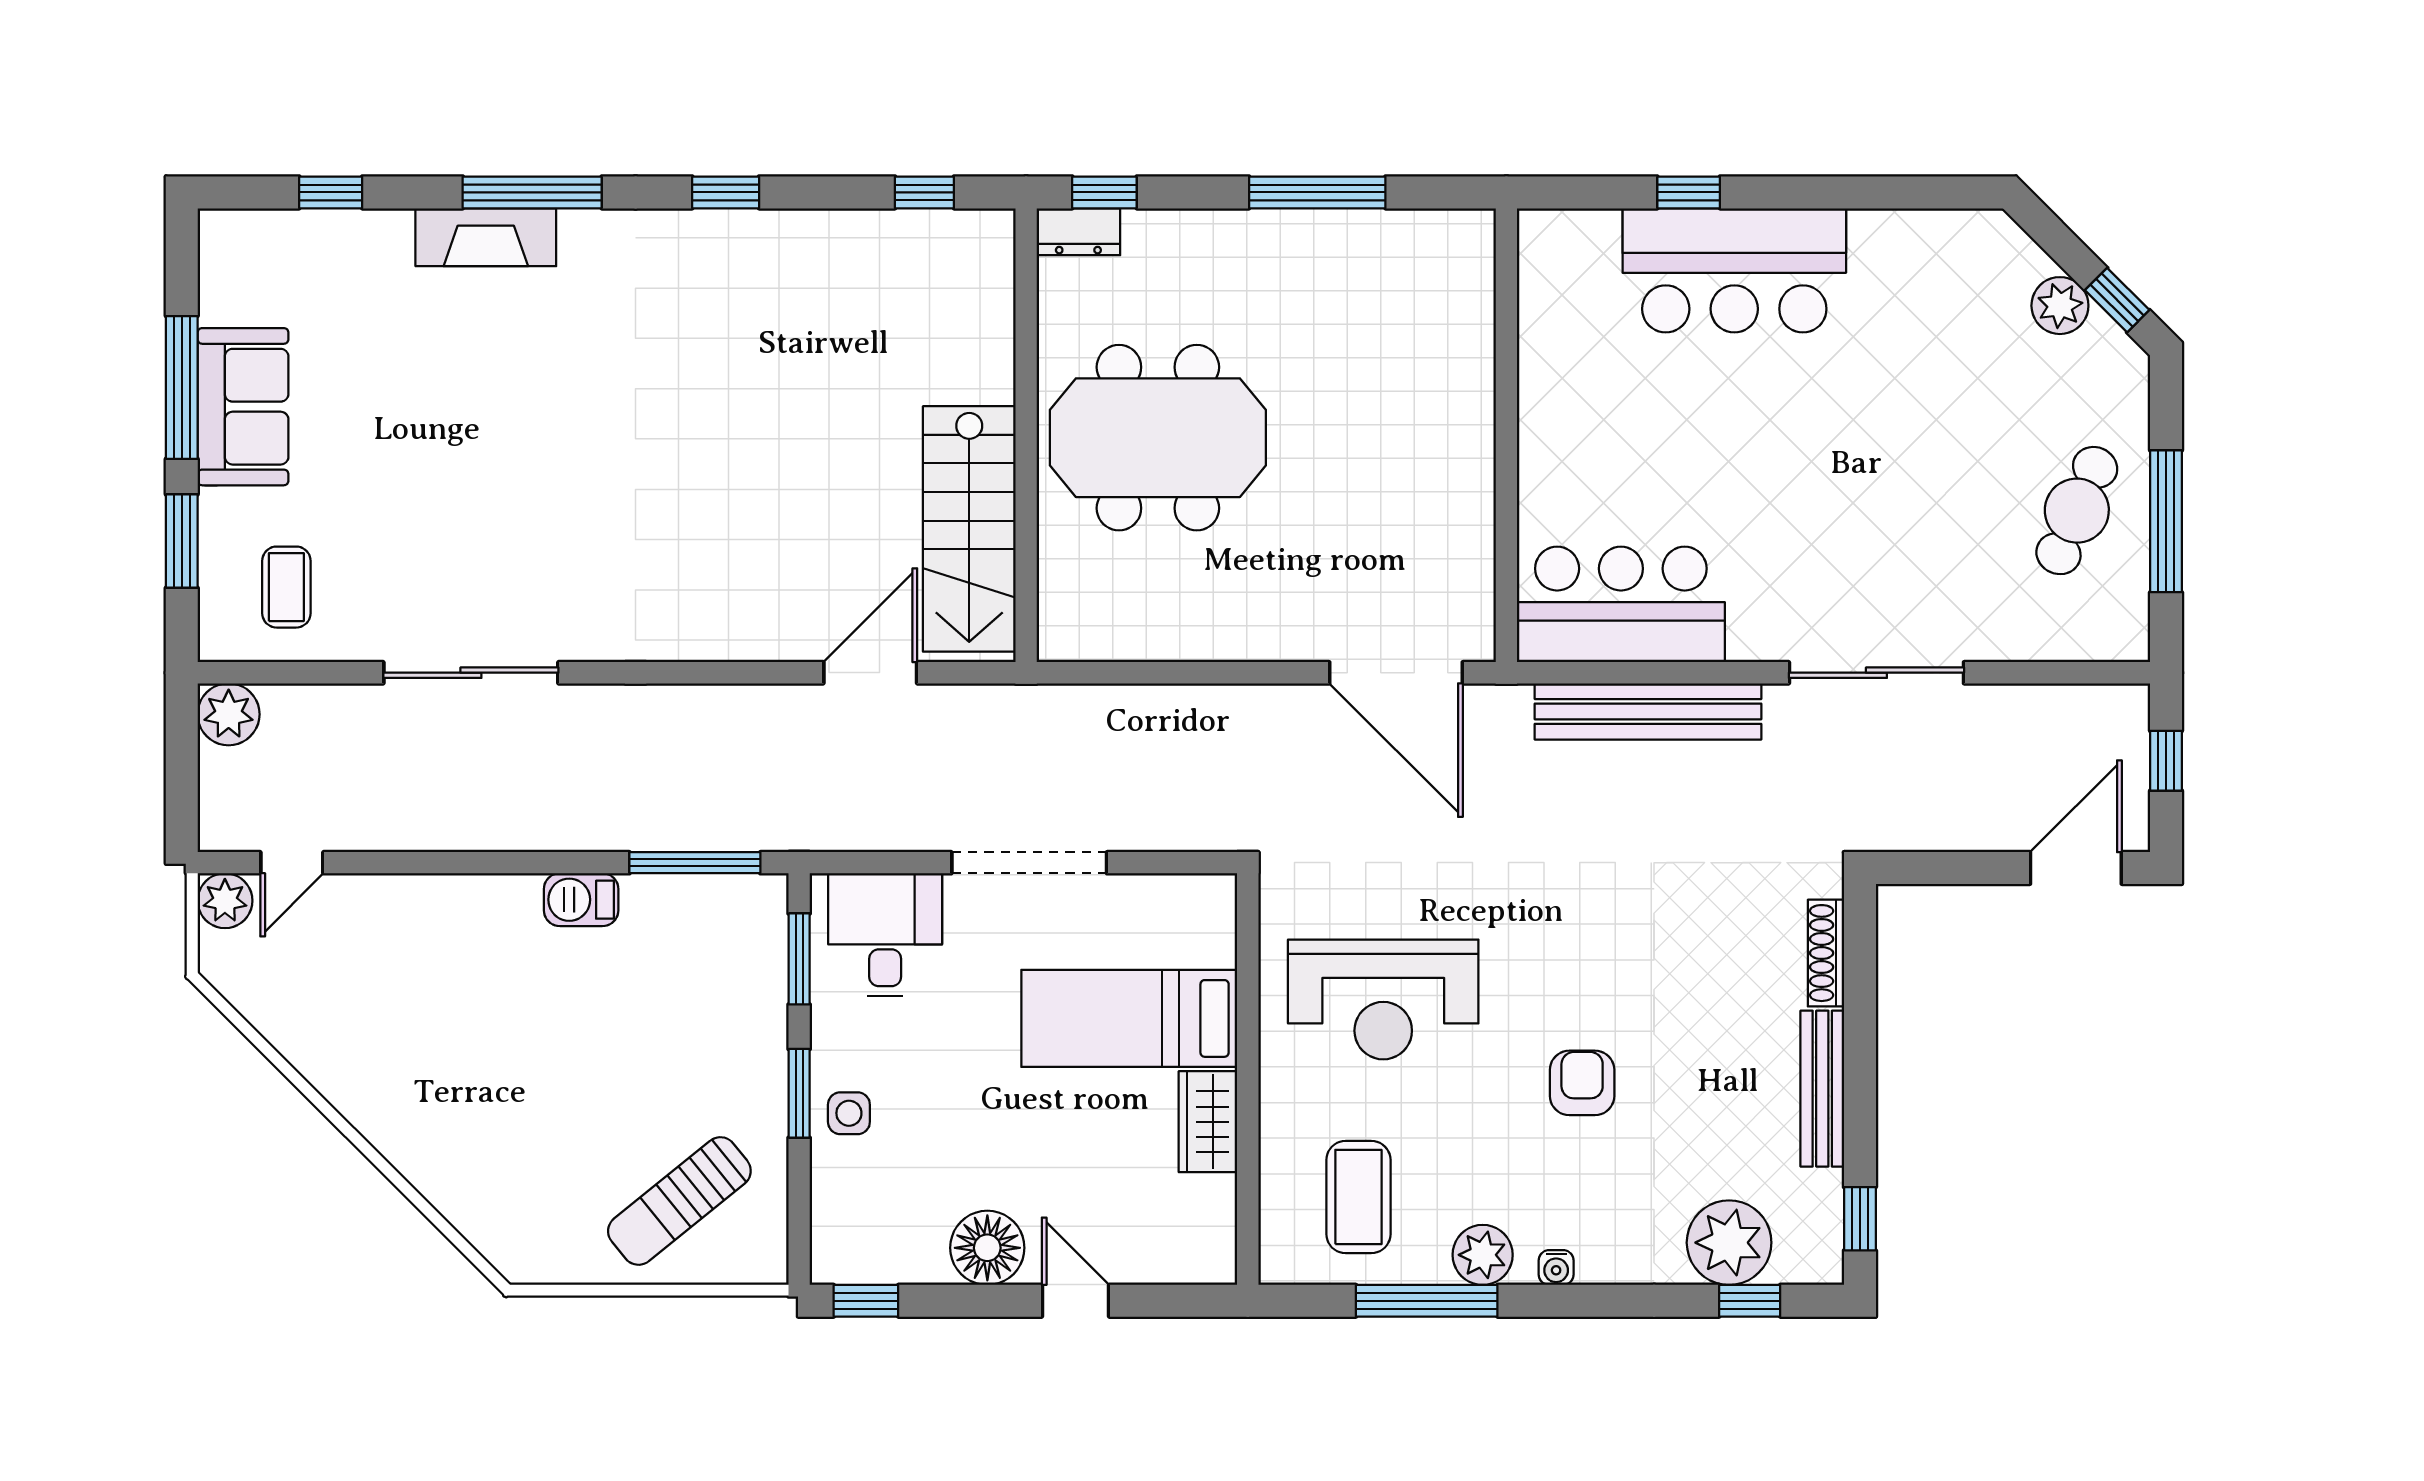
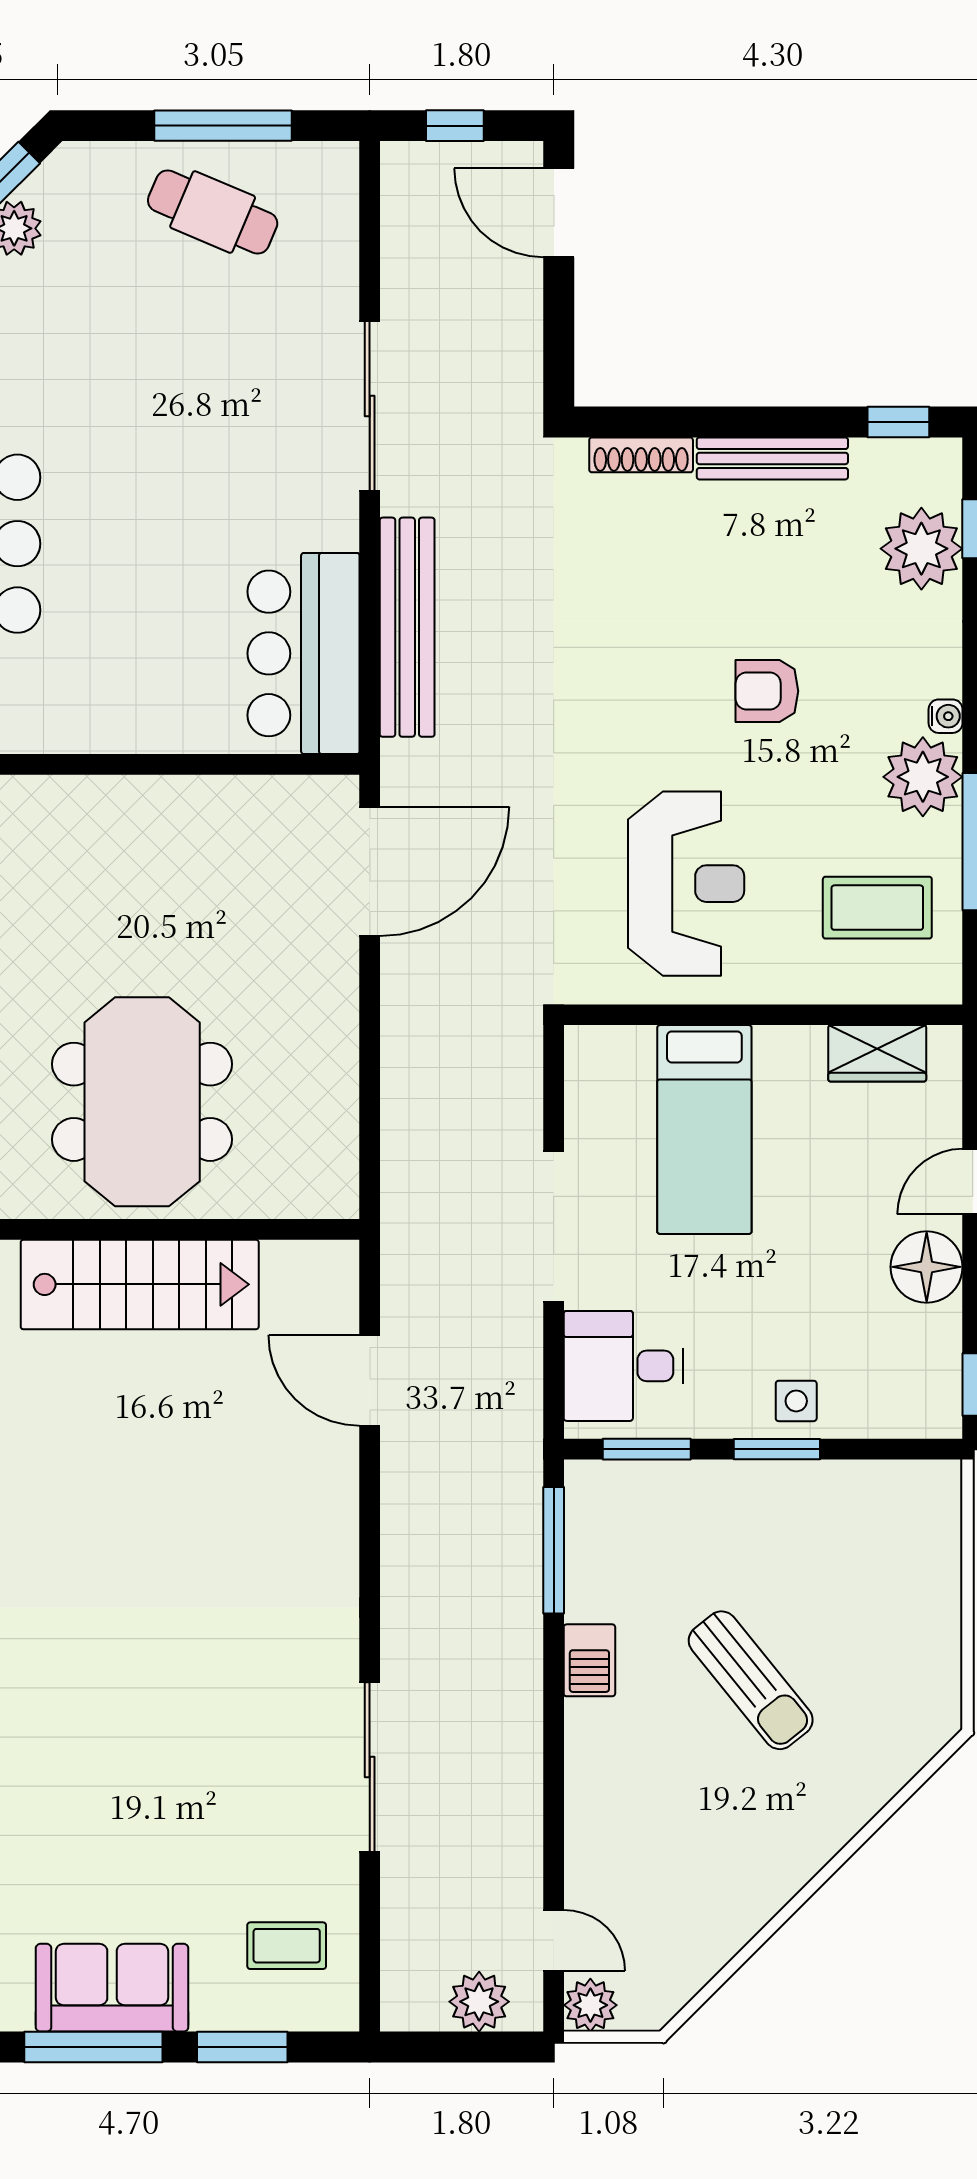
stairs: (969, 529) -> (140, 1284), moved
plant: (229, 714) -> (479, 2002), moved
wardrobe: (1208, 1122) -> (877, 1053), moved
sun lounger: (679, 1201) -> (751, 1680), moved
plant: (1483, 1255) -> (923, 777), width x1.36, depth x1.36

